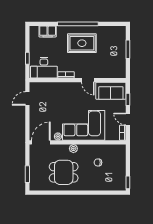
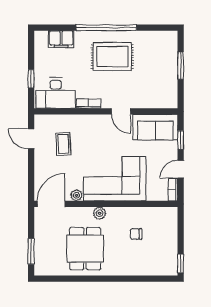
door: (27, 98) -> (31, 139), hinge flipped
coffee table: (49, 102) -> (63, 144), added
door: (128, 119) -> (181, 169), hinge flipped
dining table: (64, 172) -> (85, 249), turned 90

